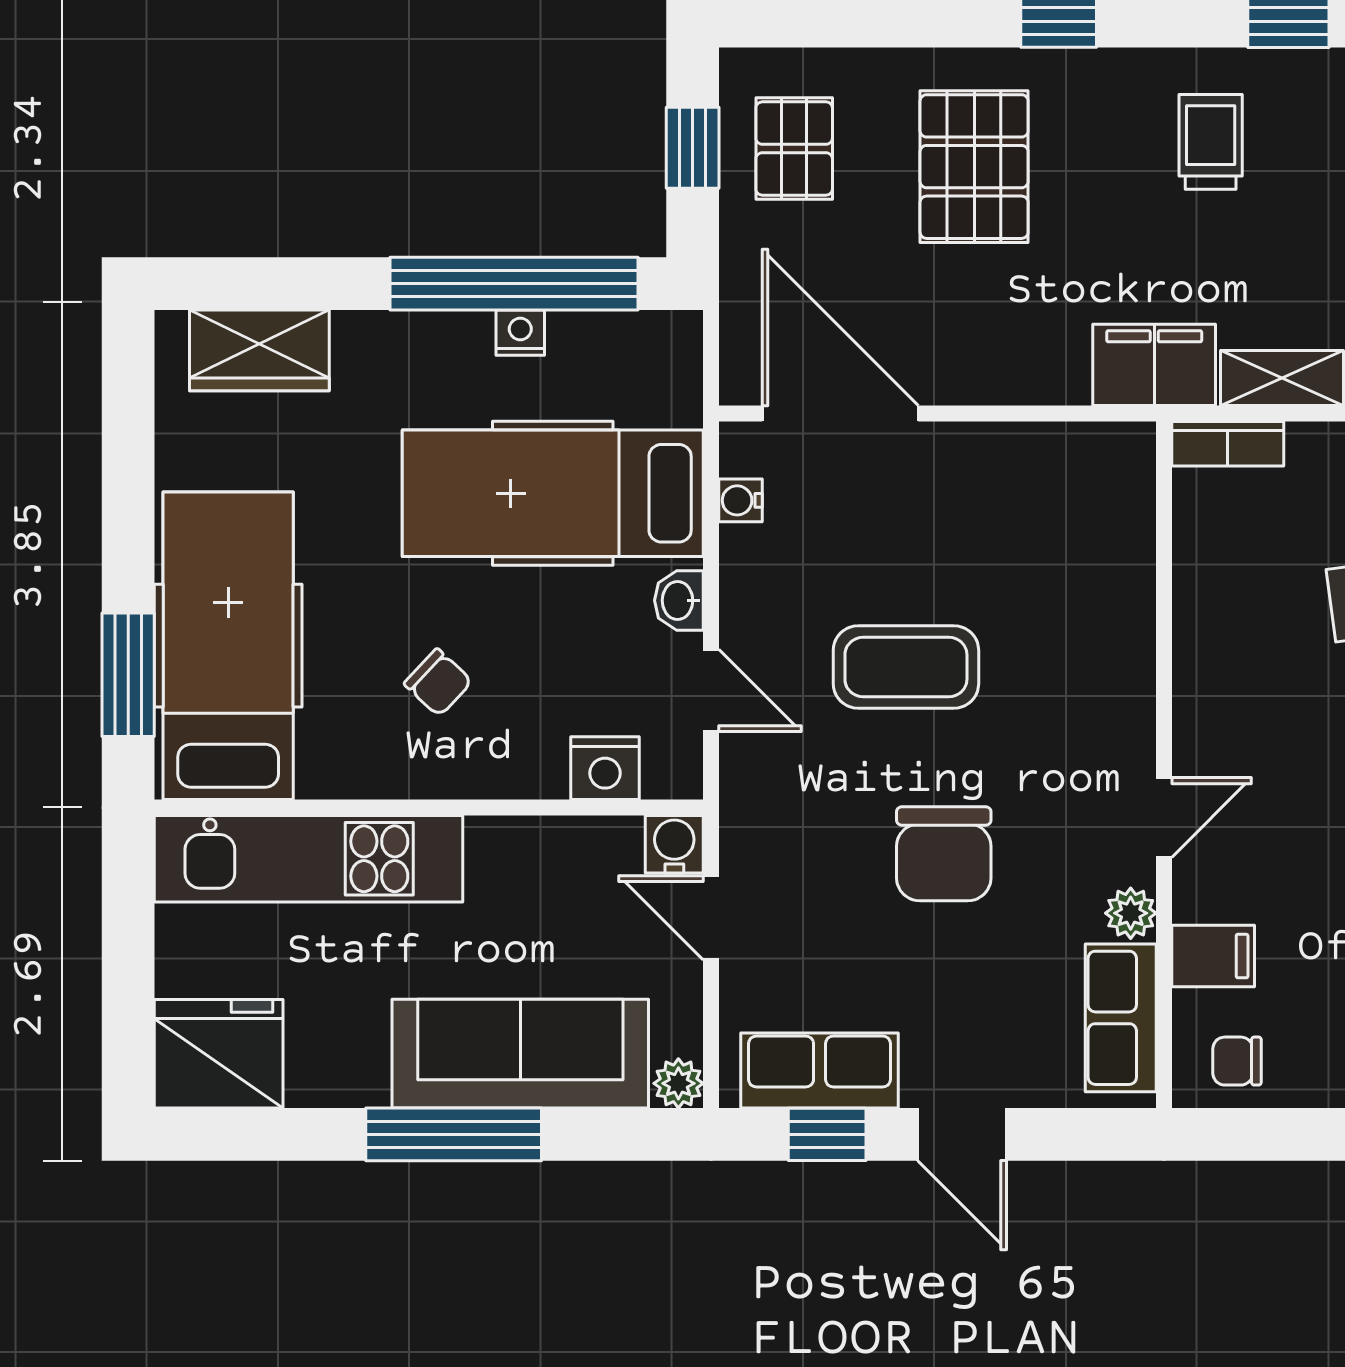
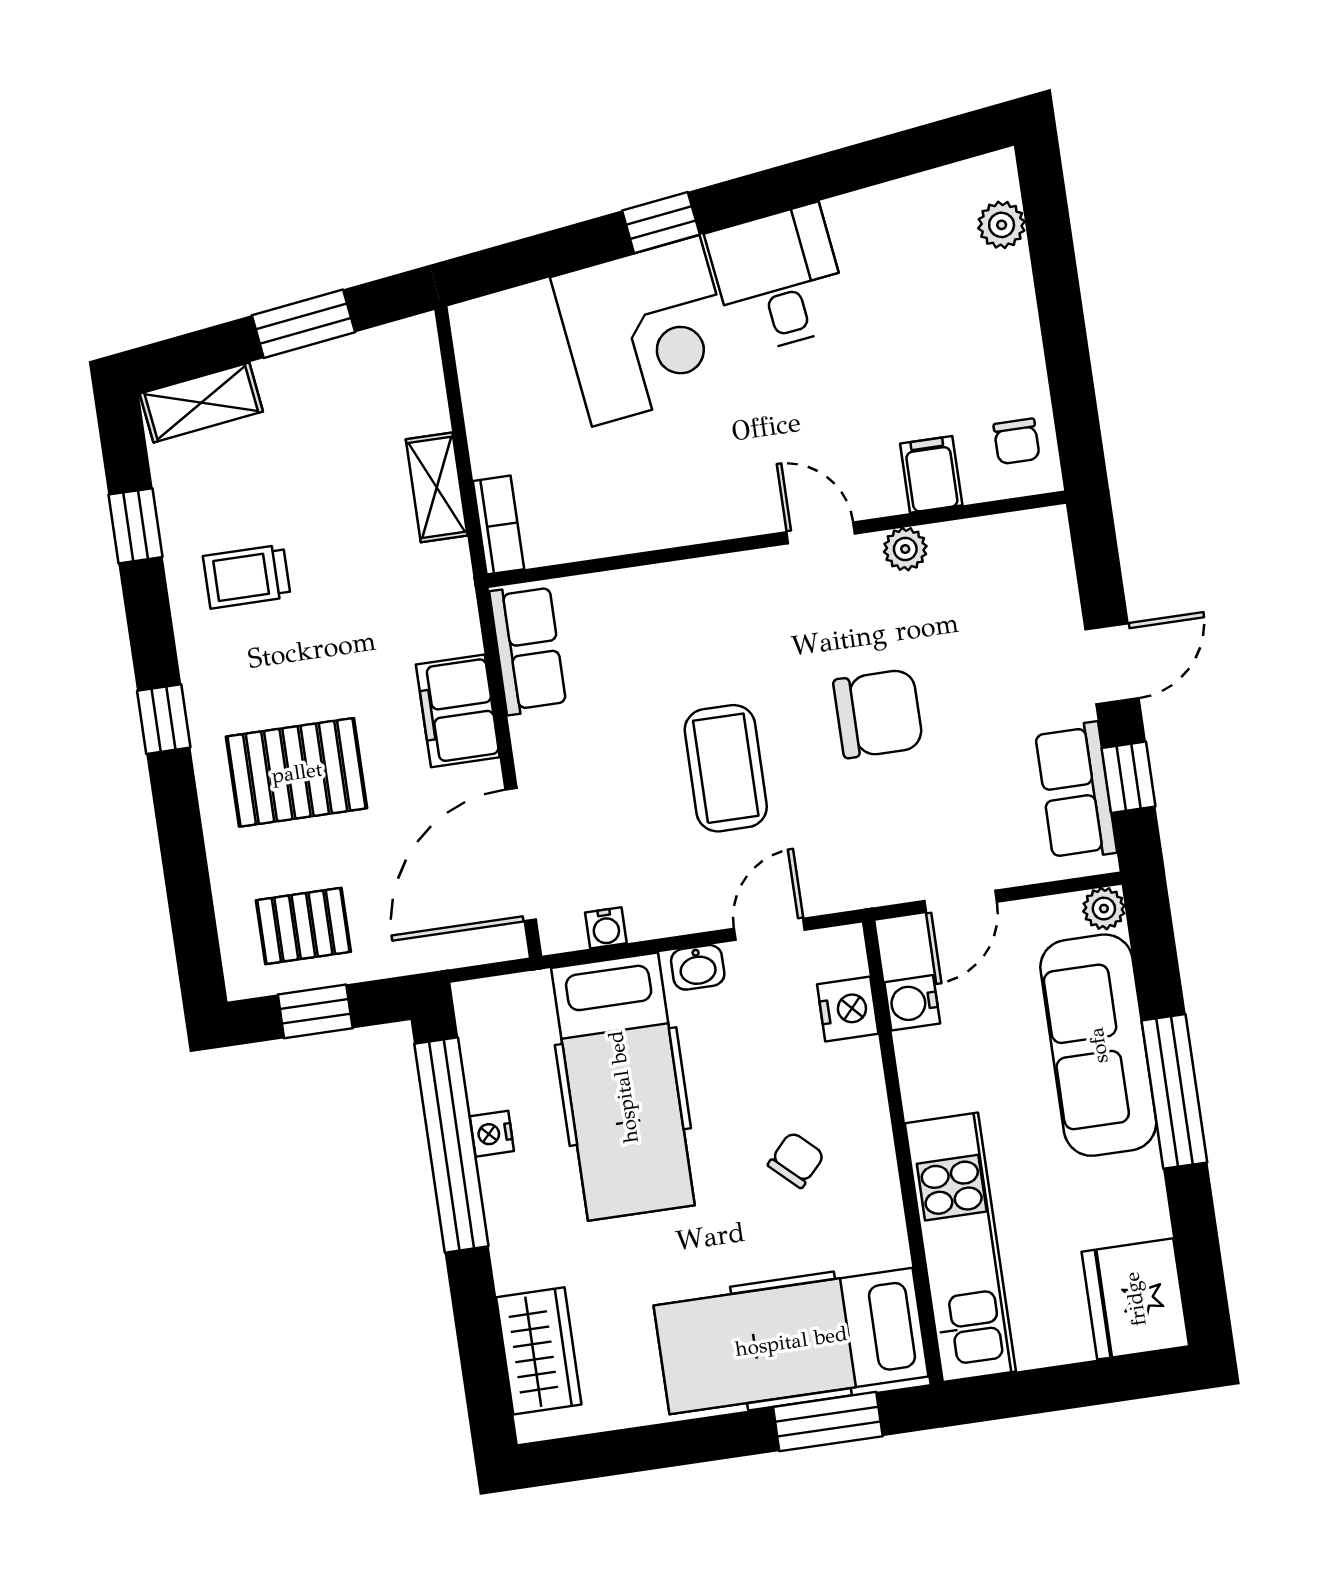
filing cabinet: (1154, 365) -> (458, 711), moved
water cooler: (674, 844) -> (912, 1003), moved
row of seats: (1121, 1018) -> (528, 649), moved, turned -90

